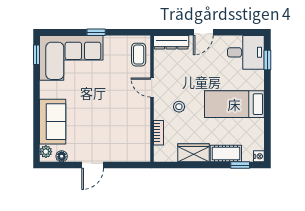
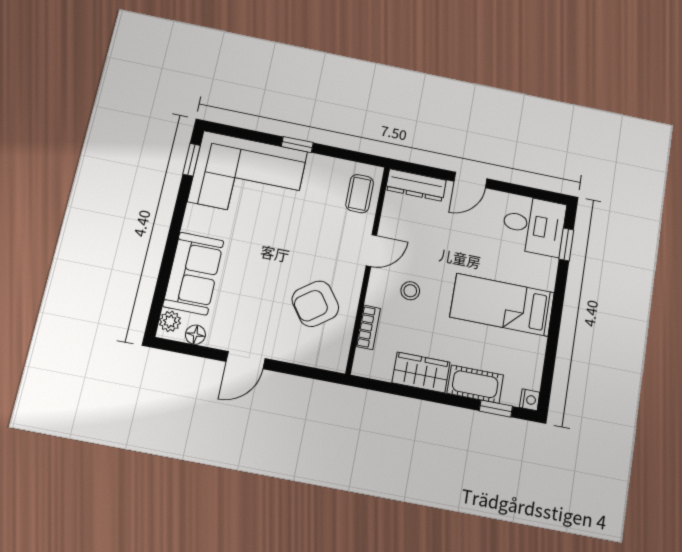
door: (152, 87) -> (371, 251), swing flipped
armchair: (126, 125) -> (315, 304), added

